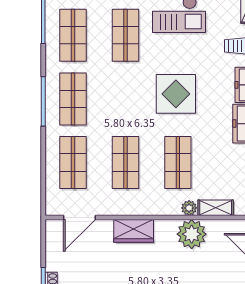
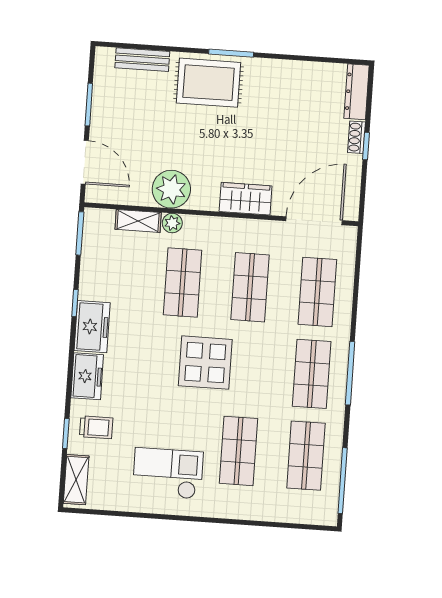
display table: (176, 94) -> (205, 363), moved
door: (79, 218) -> (314, 221), width x1.36

